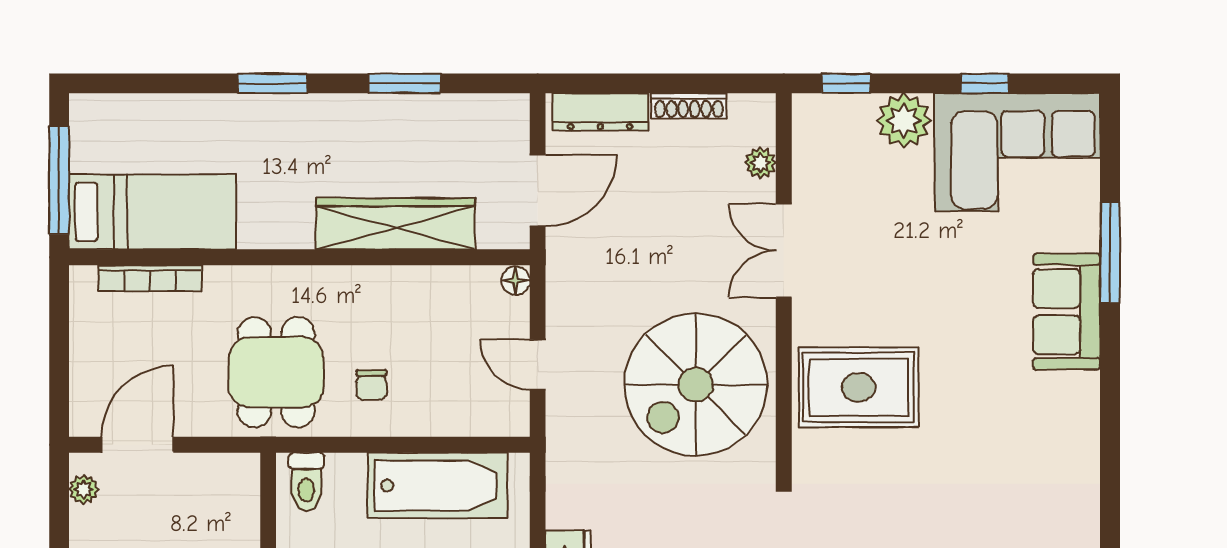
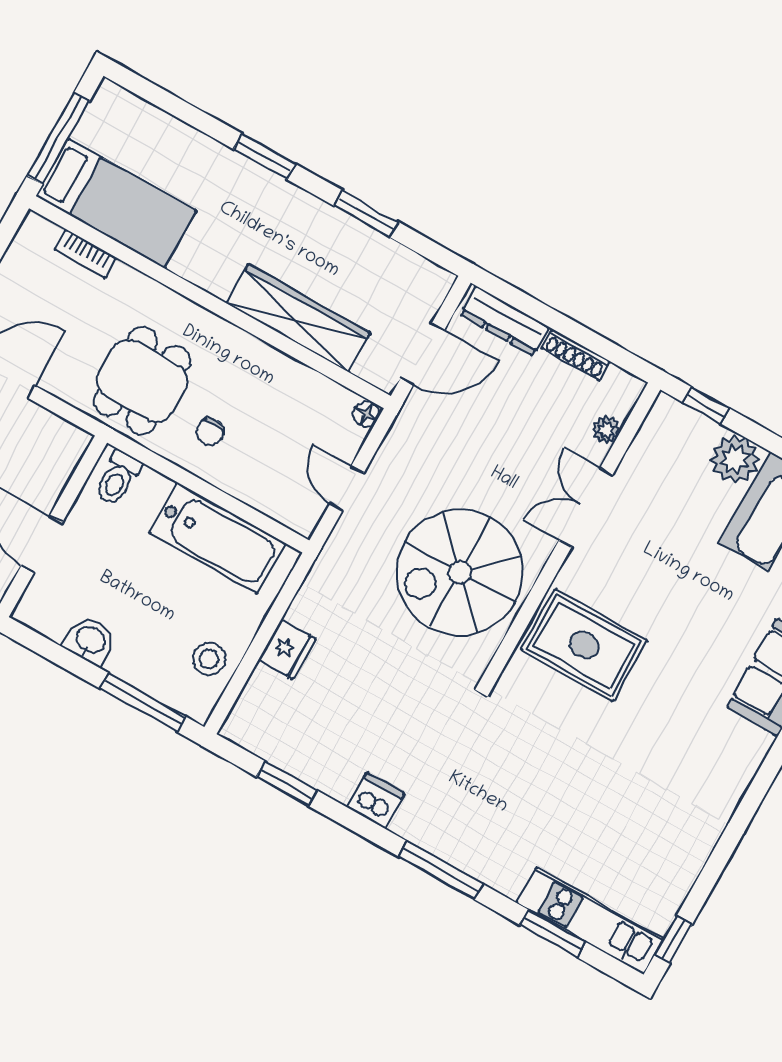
bookcase: (150, 278) -> (86, 254), width x0.64

